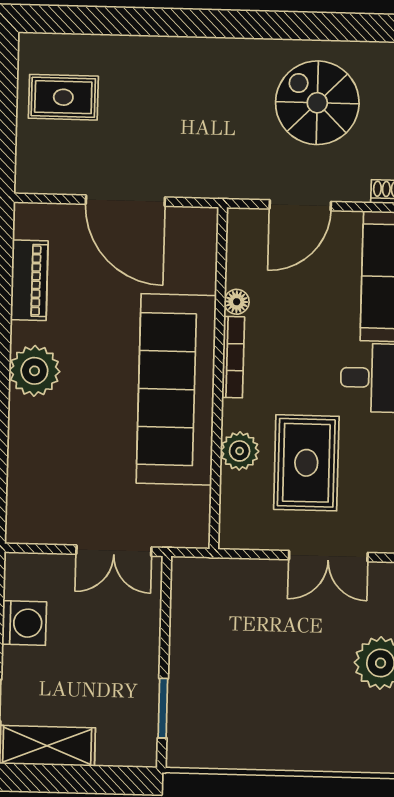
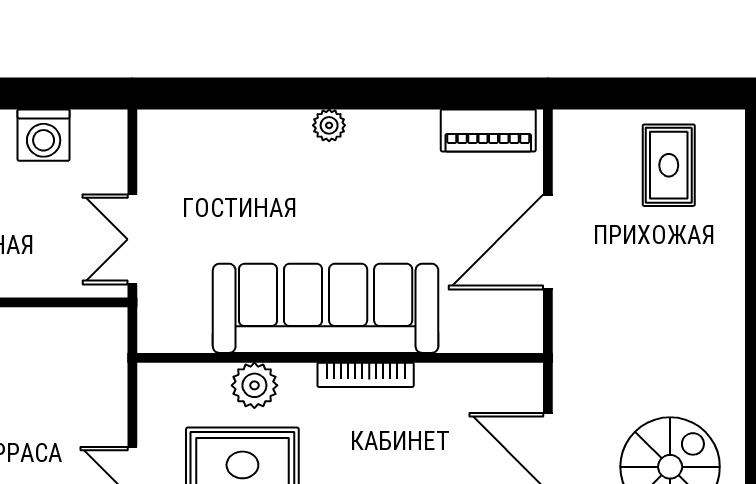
piano: (29, 280) -> (488, 130), moved
floor lamp: (237, 302) -> (431, 377), removed
plant: (34, 371) -> (329, 125), width x0.53, depth x0.53

